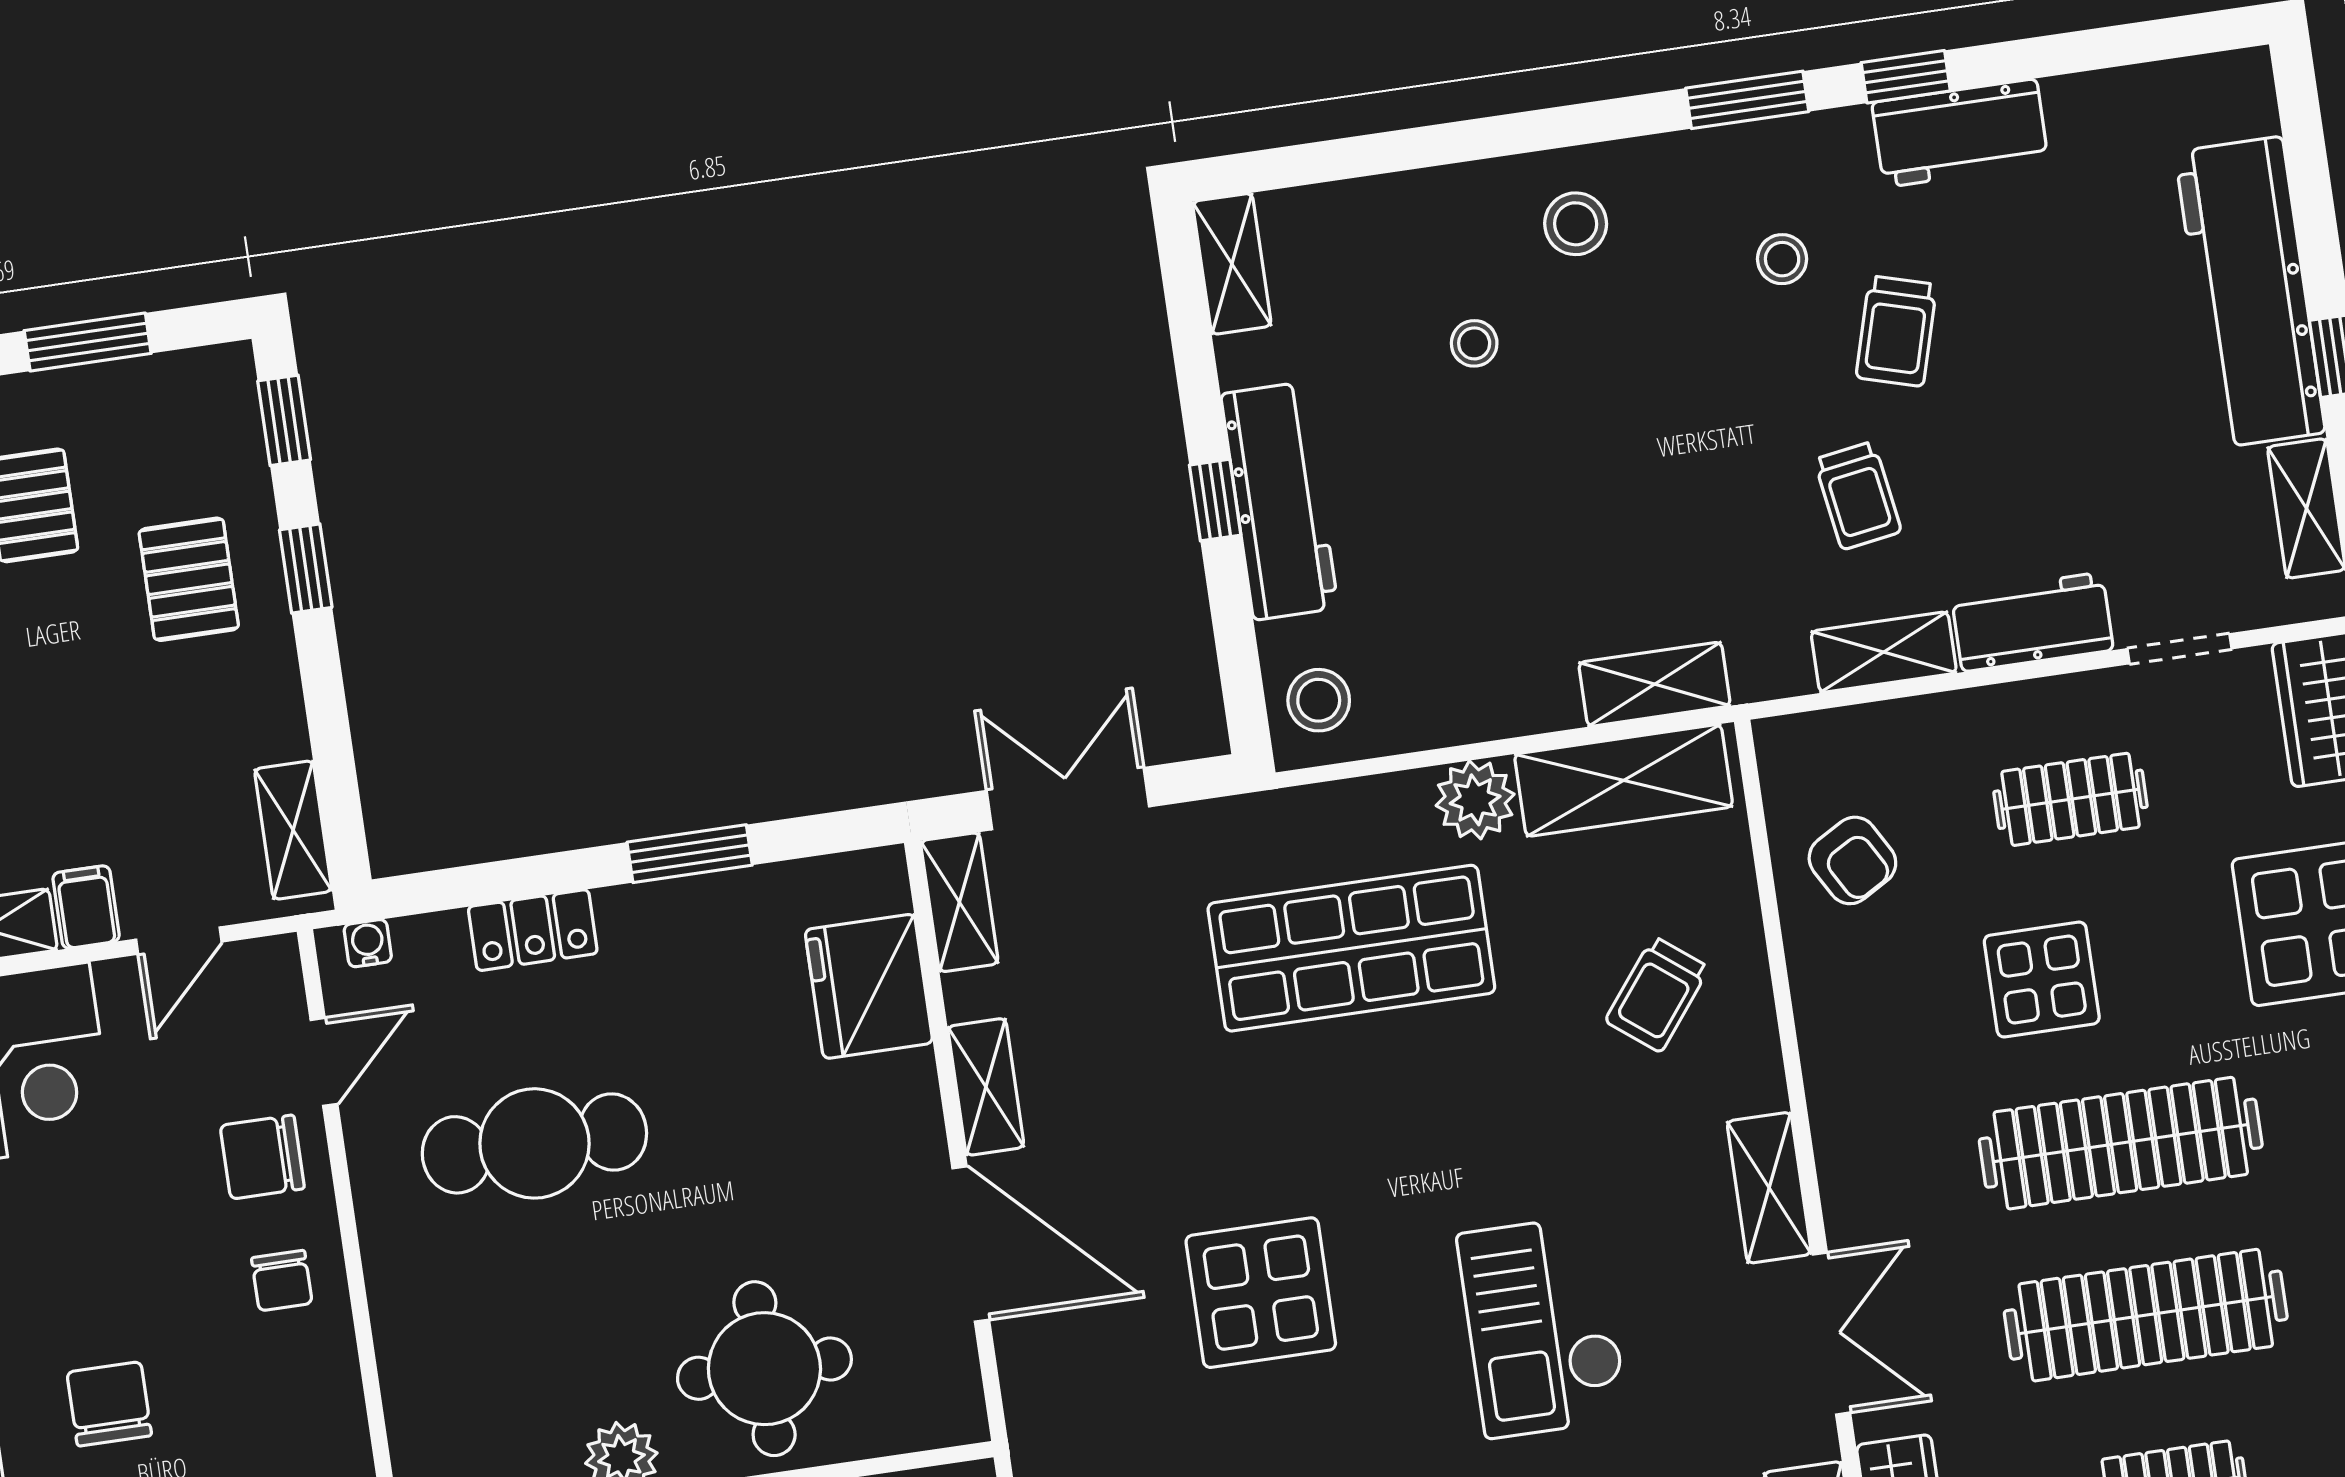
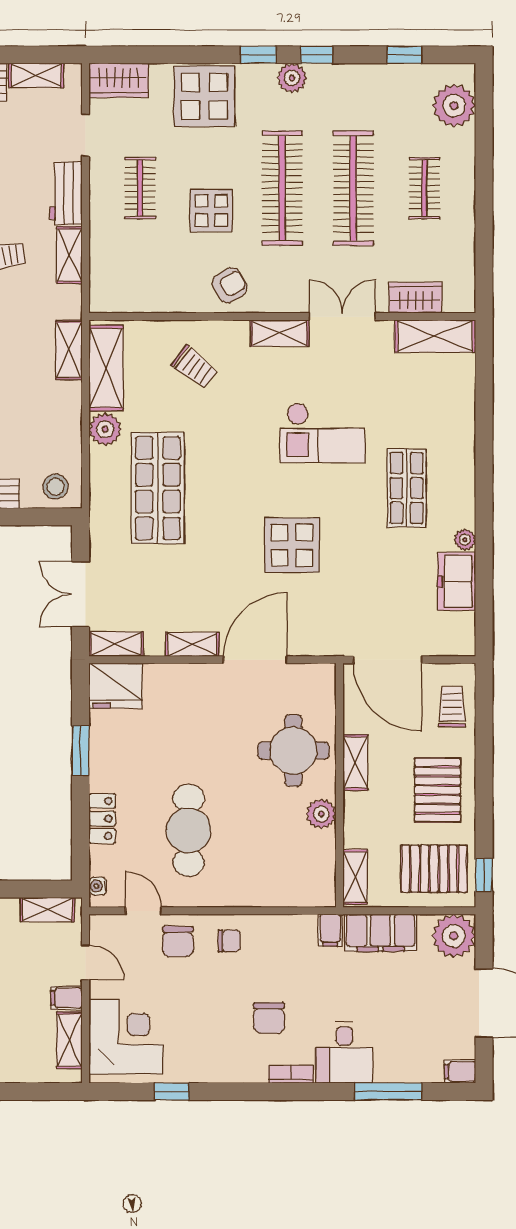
armchair: (1852, 860) -> (230, 285), moved
fridge: (869, 986) -> (116, 686), moved
chair: (109, 1404) -> (269, 1018), turned -90

